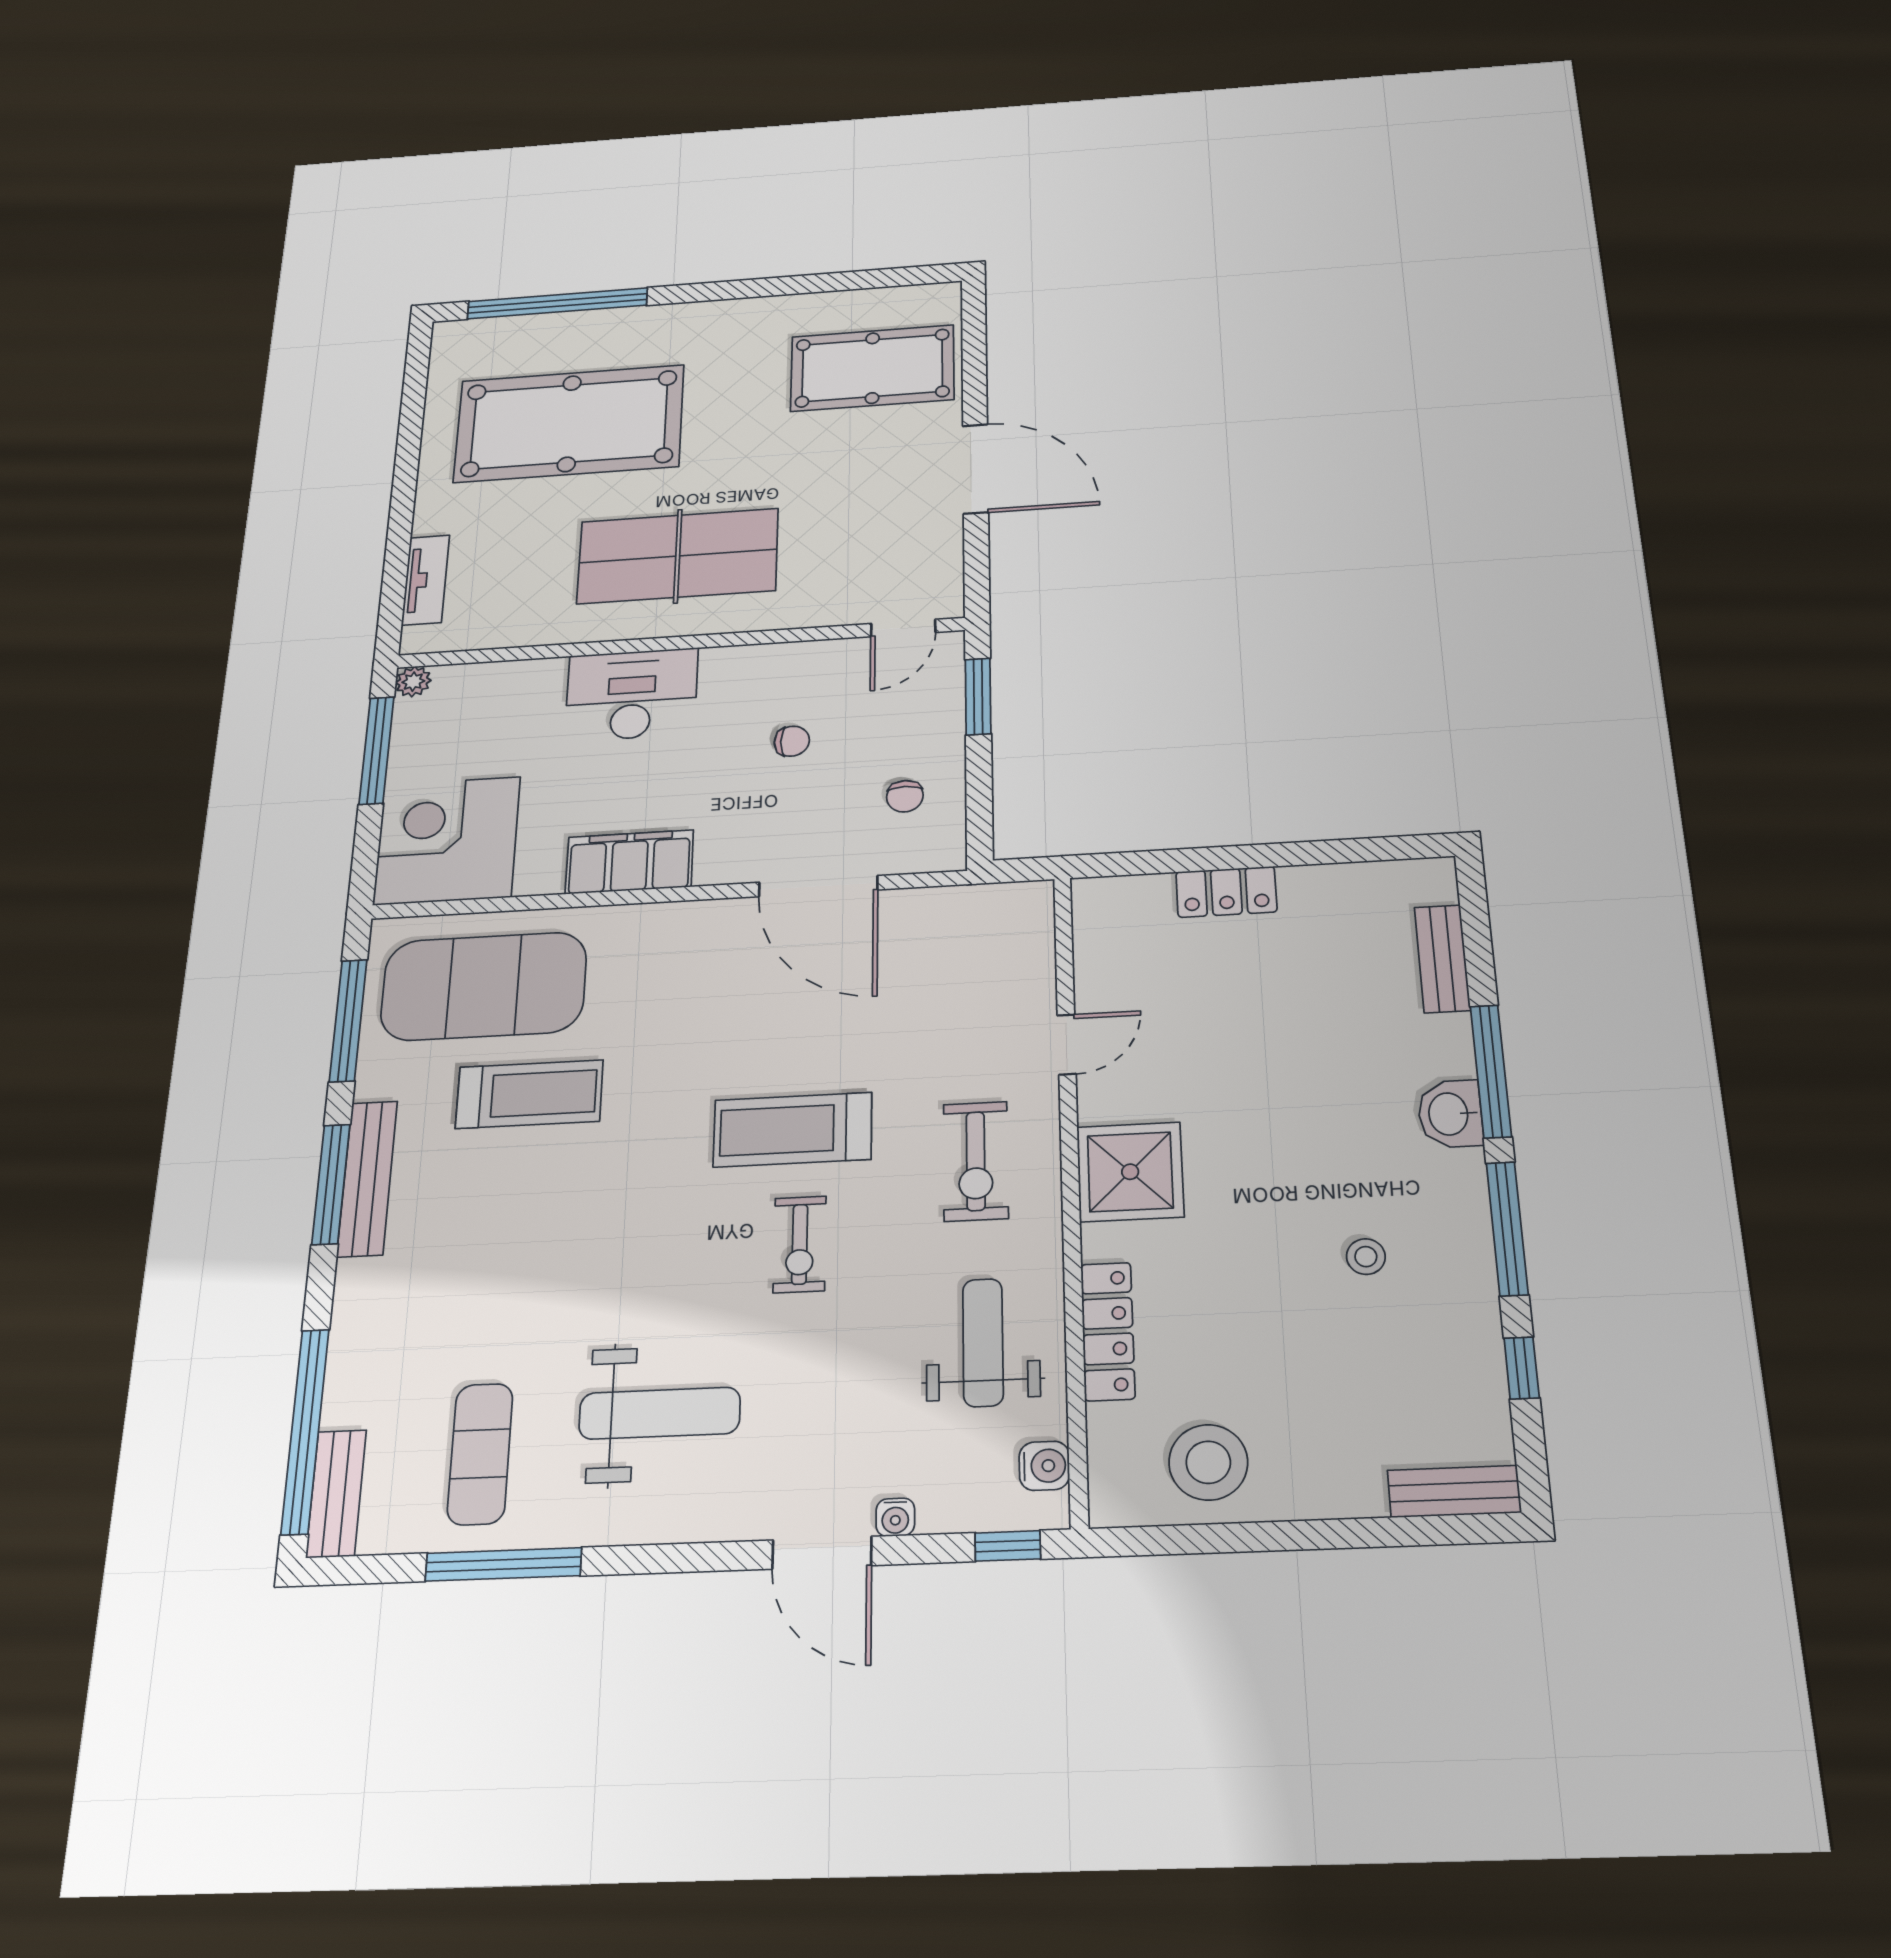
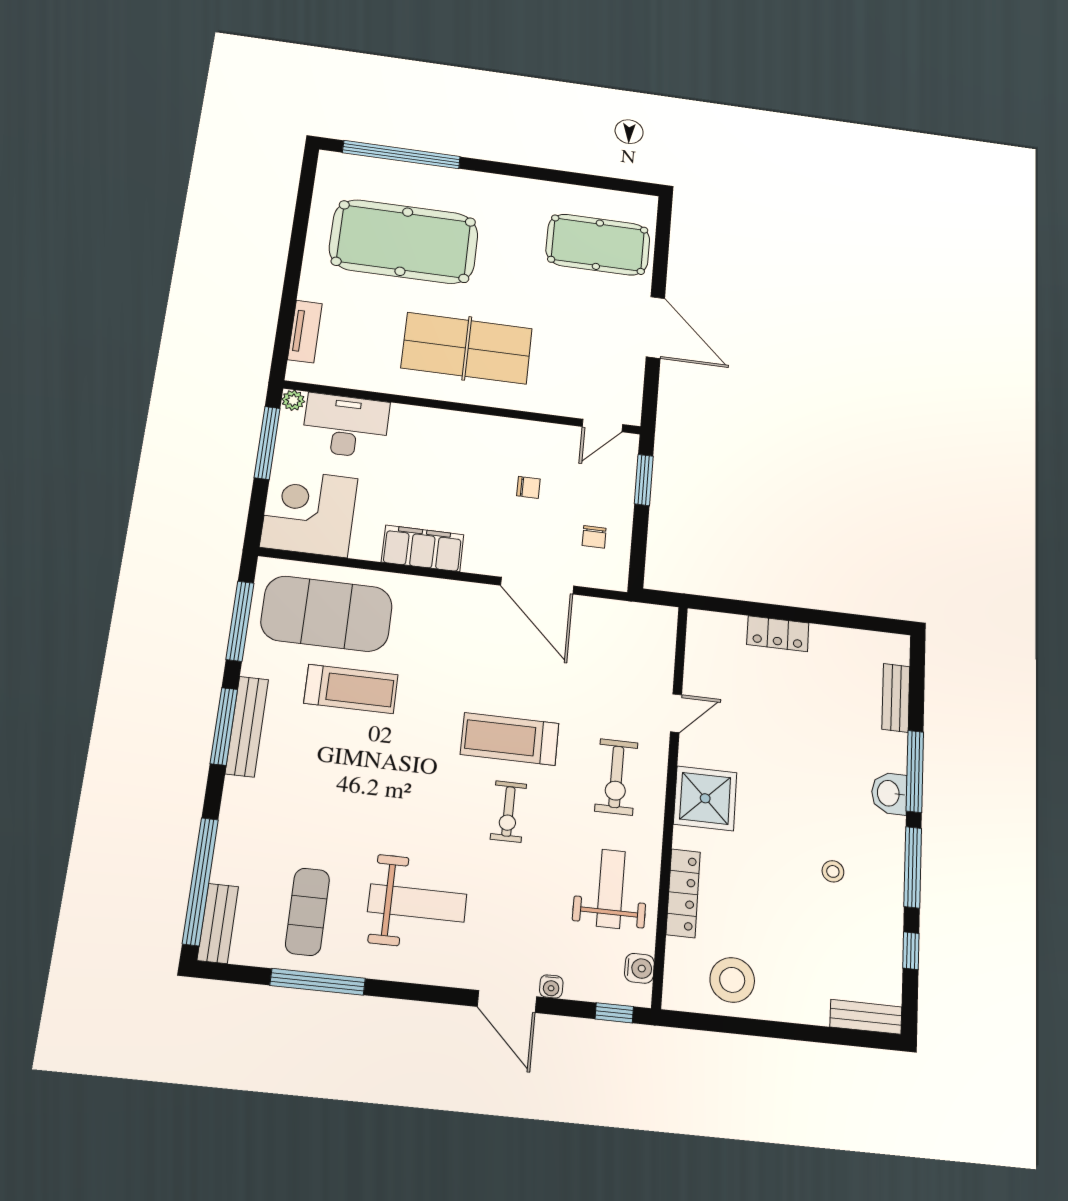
desk: (632, 695) -> (346, 426), moved

